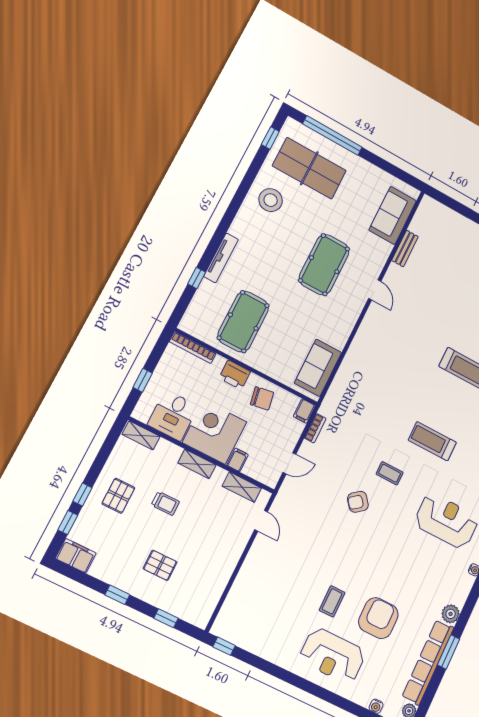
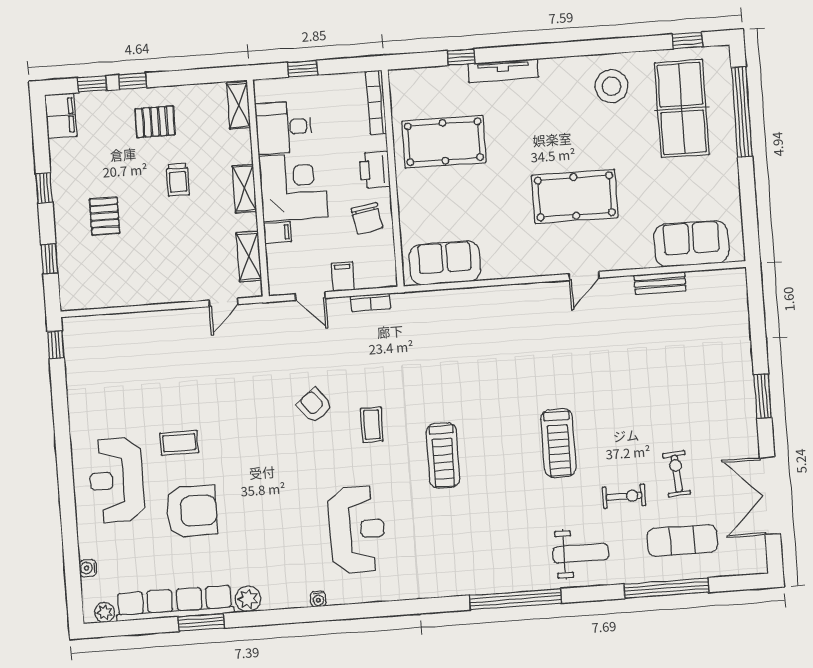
filing cabinet: (304, 411) -> (343, 277), moved, turned 90
treadmill: (432, 441) -> (443, 455), turned 180

